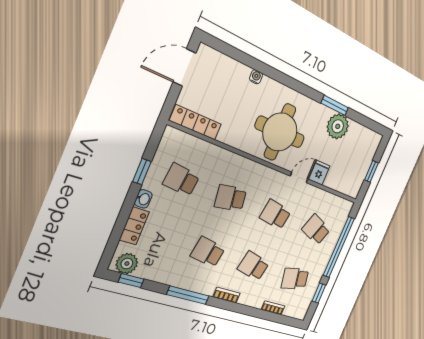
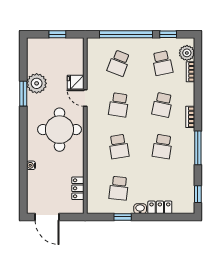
locker: (196, 122) -> (78, 188), width x0.66
plant: (127, 264) -> (187, 53), moved

